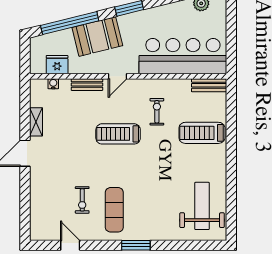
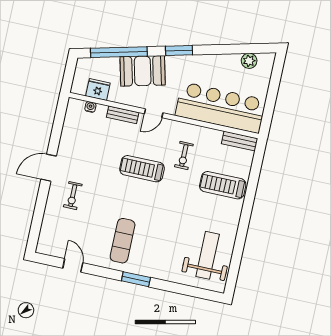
exercise bike: (157, 112) -> (184, 156), turned 180
shelving: (36, 122) -> (66, 140), removed
exercise bike: (82, 200) -> (73, 196), moved

